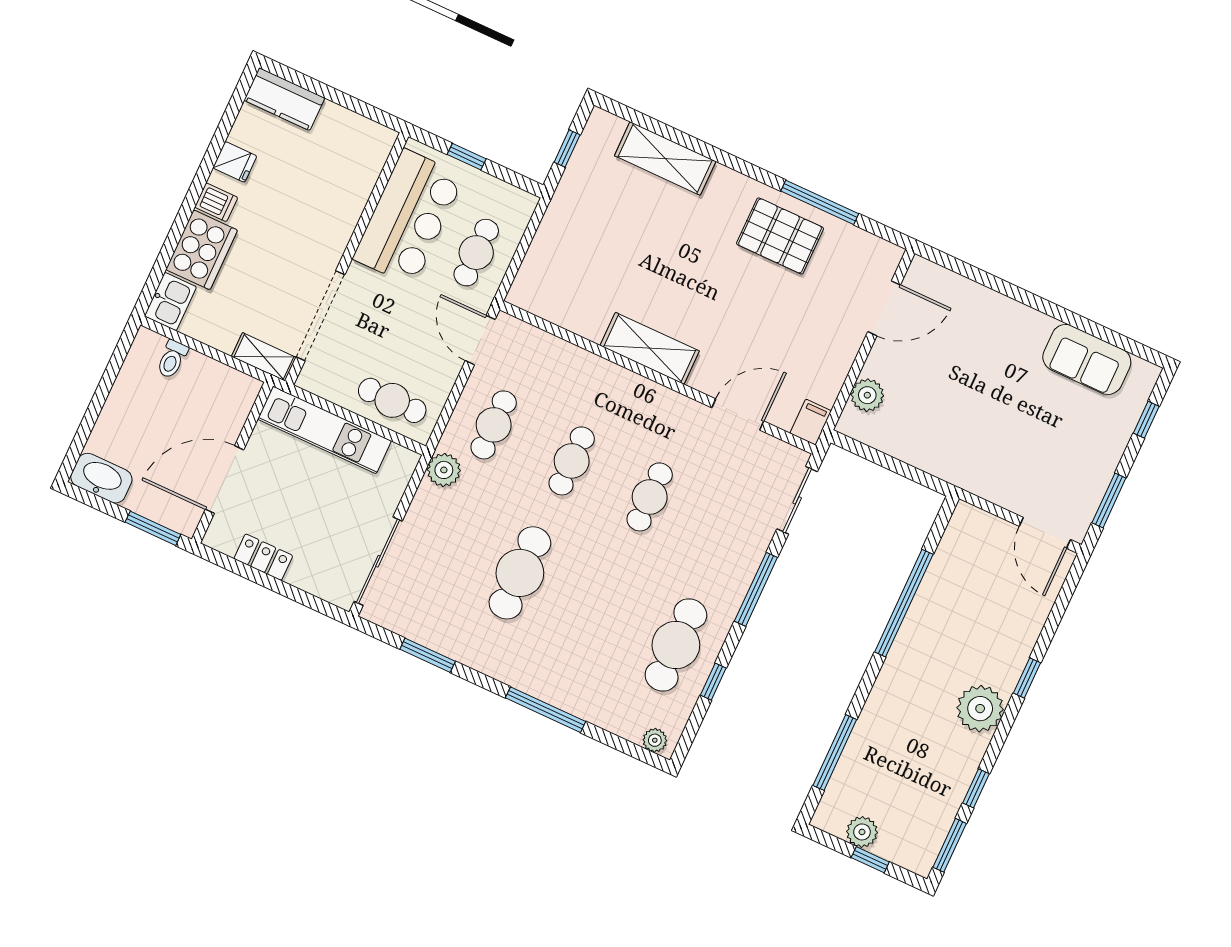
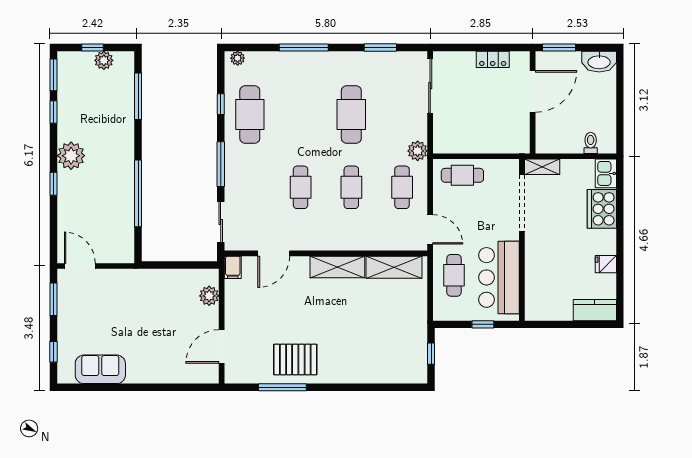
shelving: (665, 158) -> (394, 267), moved
dishwasher: (216, 202) -> (606, 238), removed
kitchen unit: (325, 430) -> (491, 143), removed

